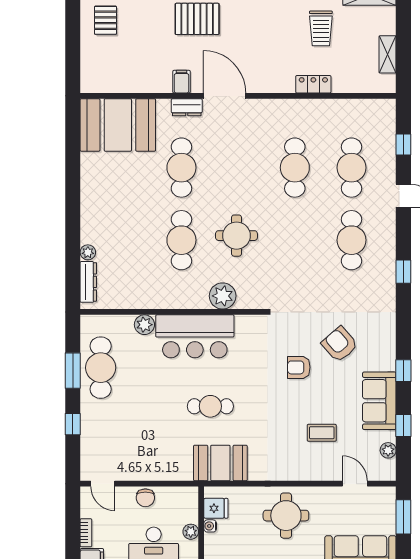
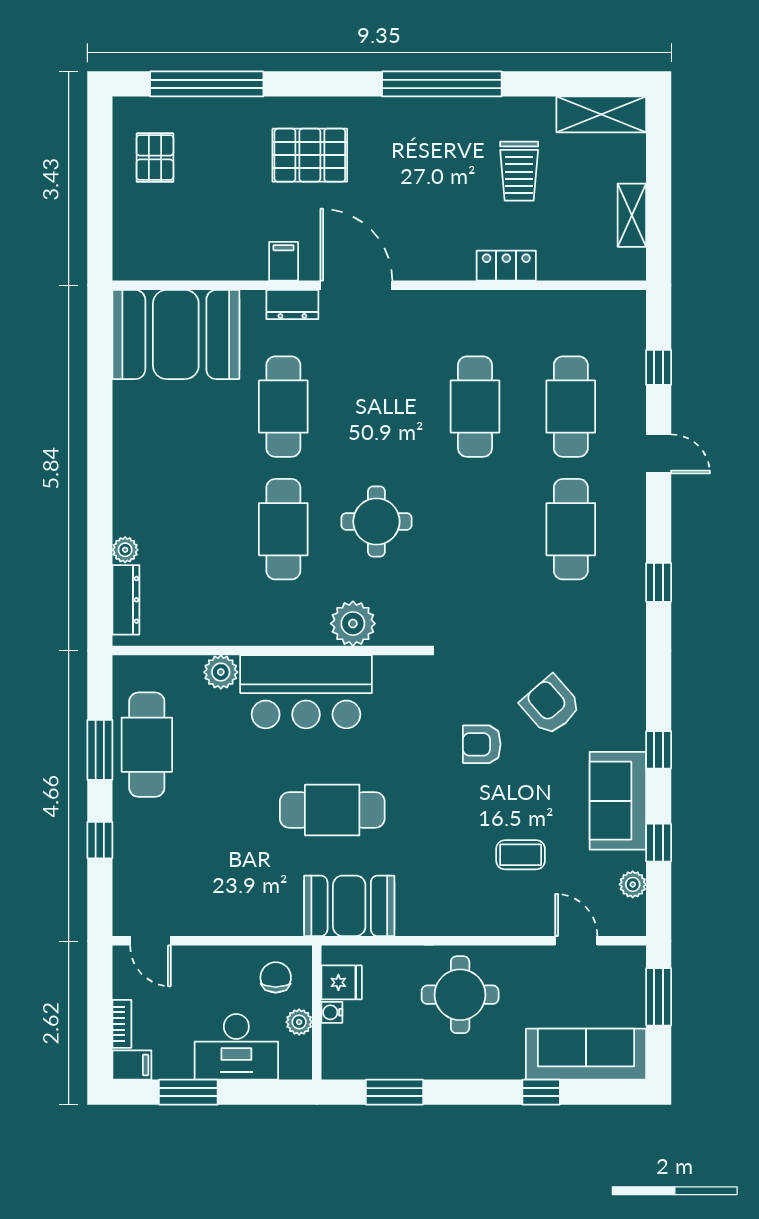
cafe table: (210, 406) -> (332, 810), width x1.37, depth x1.35
chair: (145, 498) -> (276, 977), moved, turned 180

